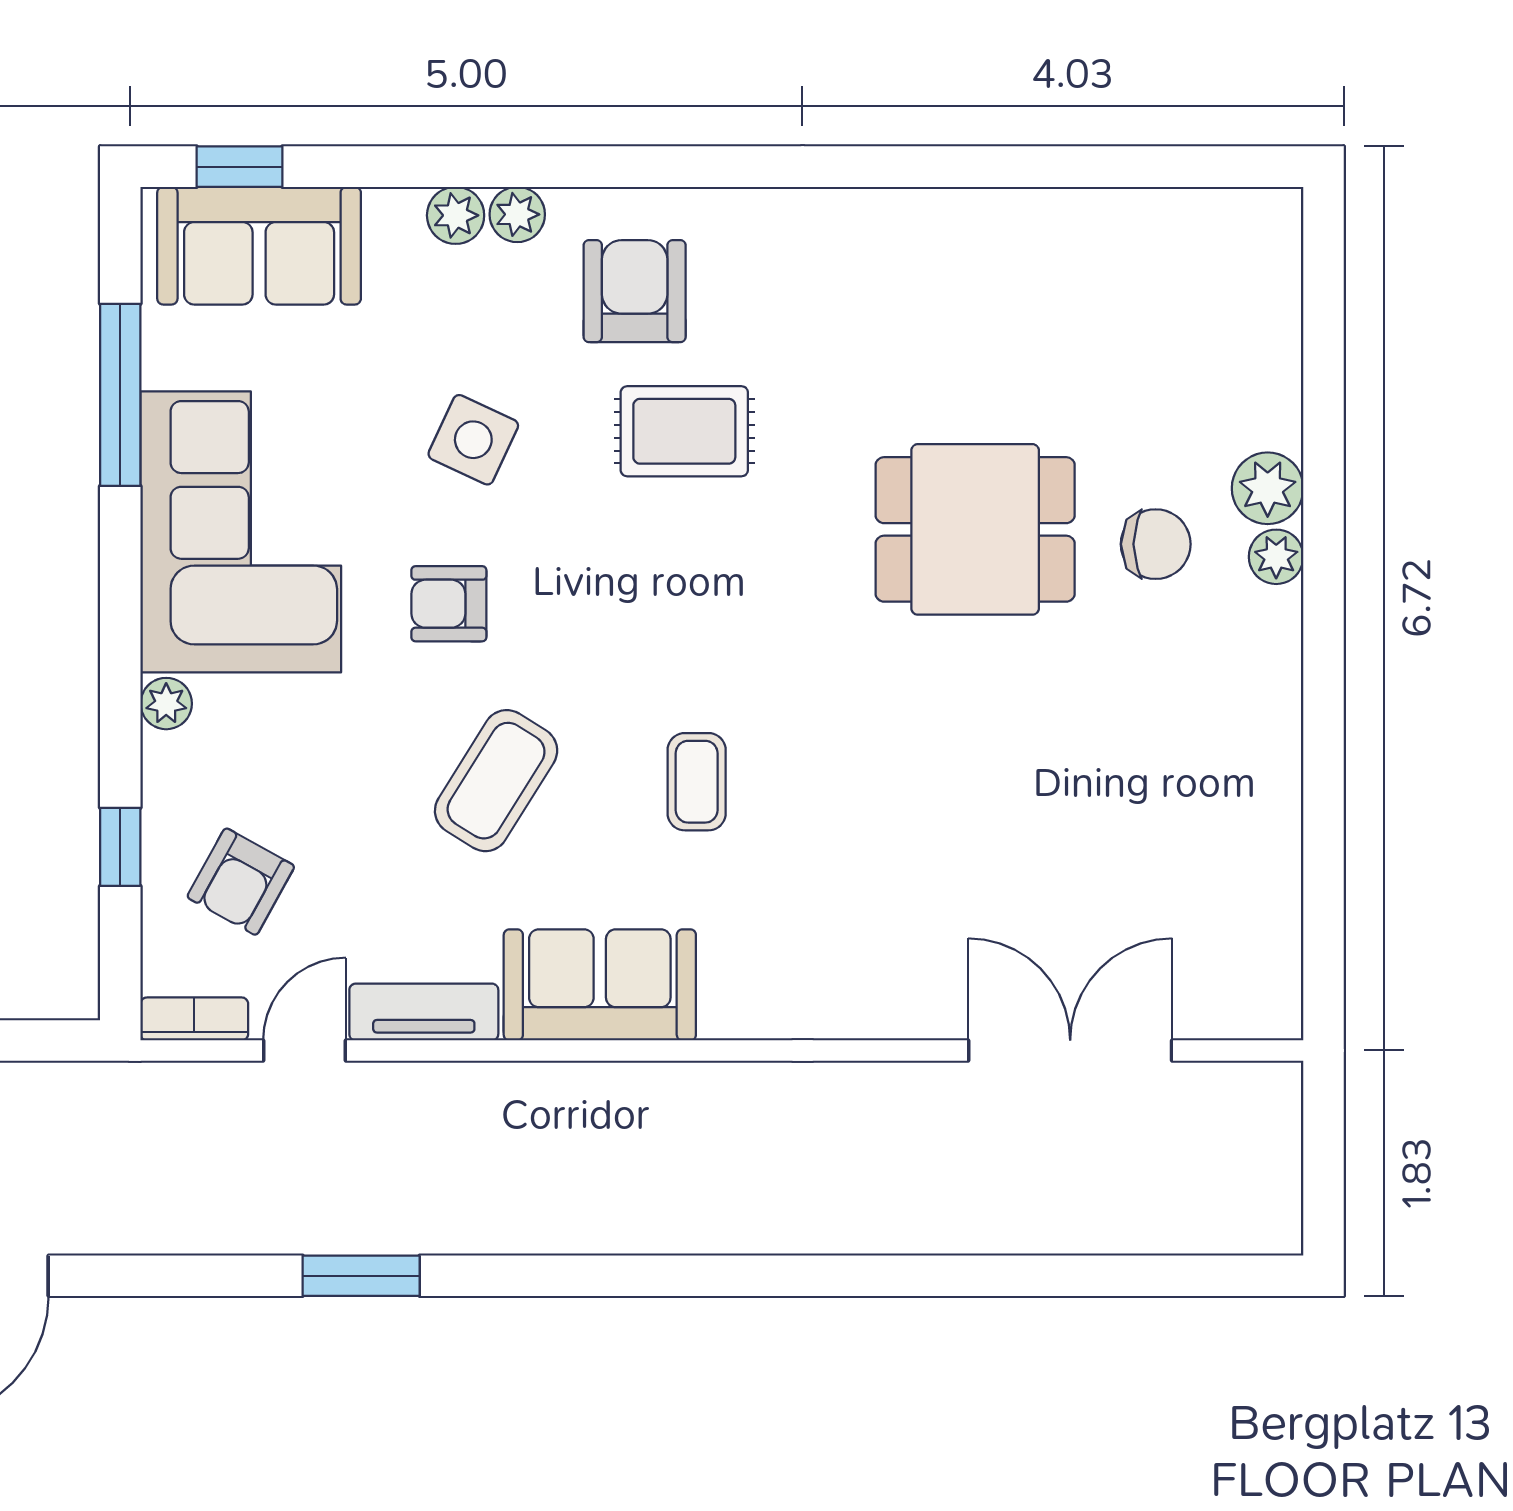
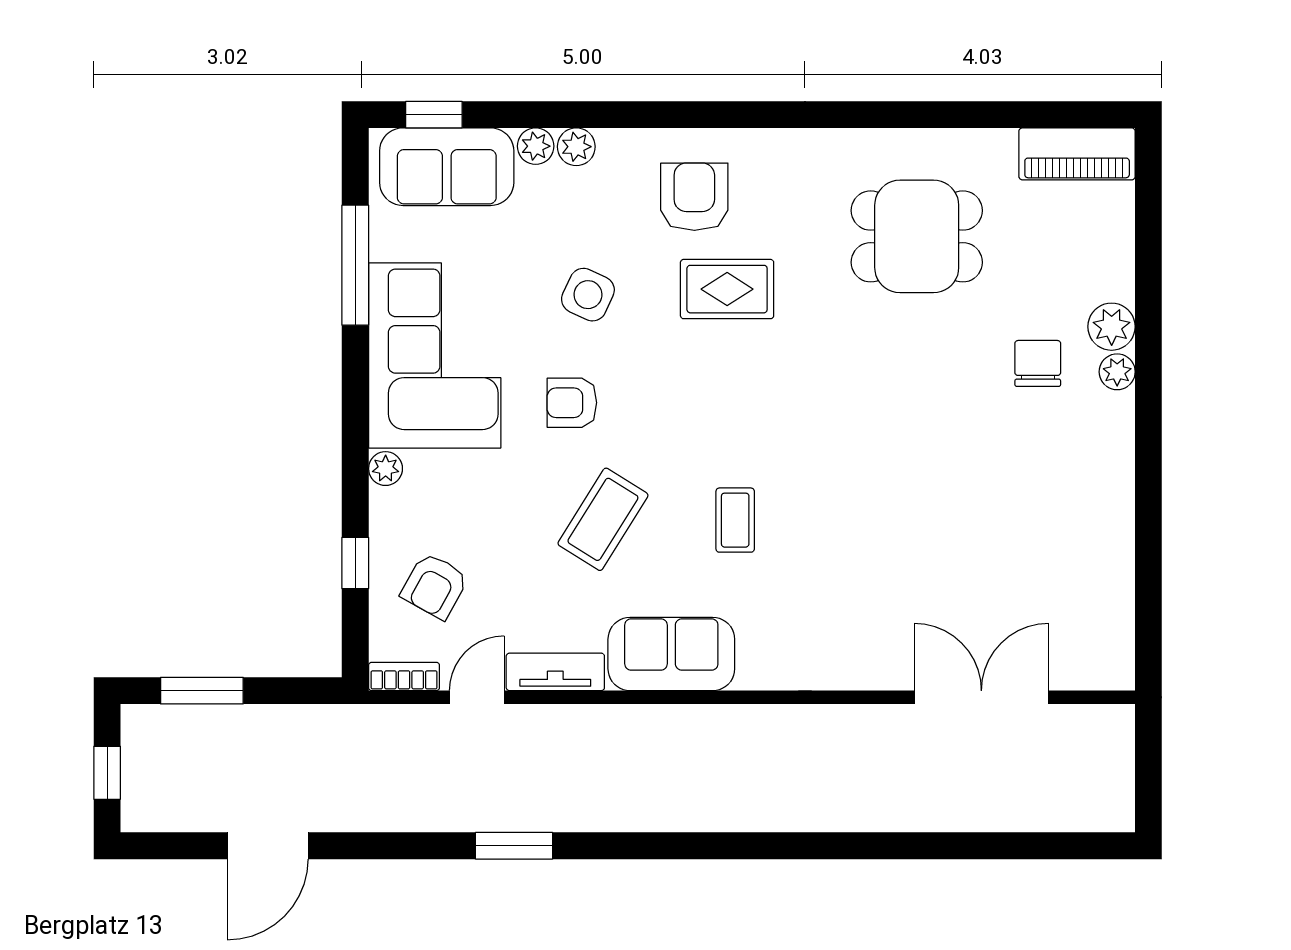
plant: (517, 214) -> (536, 146), moved
piano: (1215, 226) -> (1077, 154), added
dining table: (975, 529) -> (917, 236), moved
chair: (1156, 544) -> (1038, 363), turned -90

